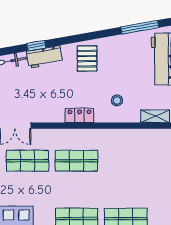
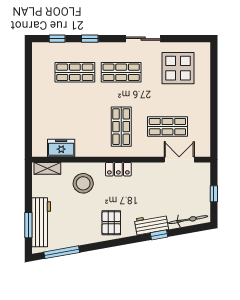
stool: (117, 100) -> (83, 183), width x1.89, depth x1.89
freezer: (140, 138) -> (61, 148), added
shop shelf: (77, 161) -> (121, 127), turned 90

